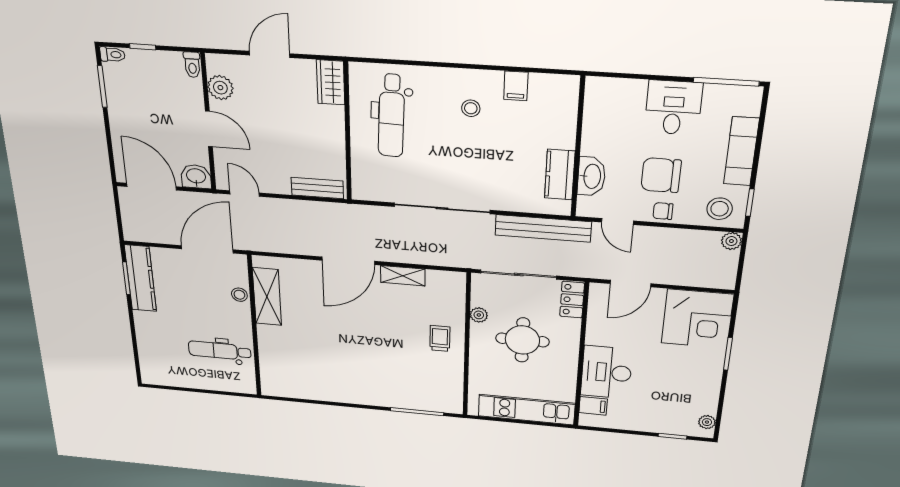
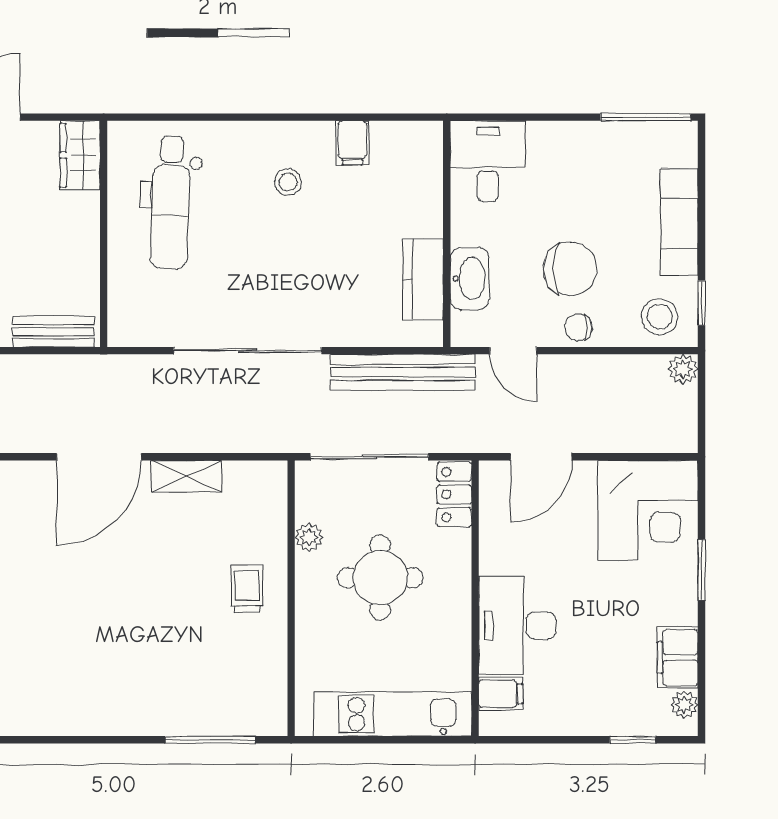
desk: (673, 108) -> (488, 161), moved
chair: (661, 175) -> (570, 269), turned 180
filing cabinet: (706, 398) -> (678, 658), added

